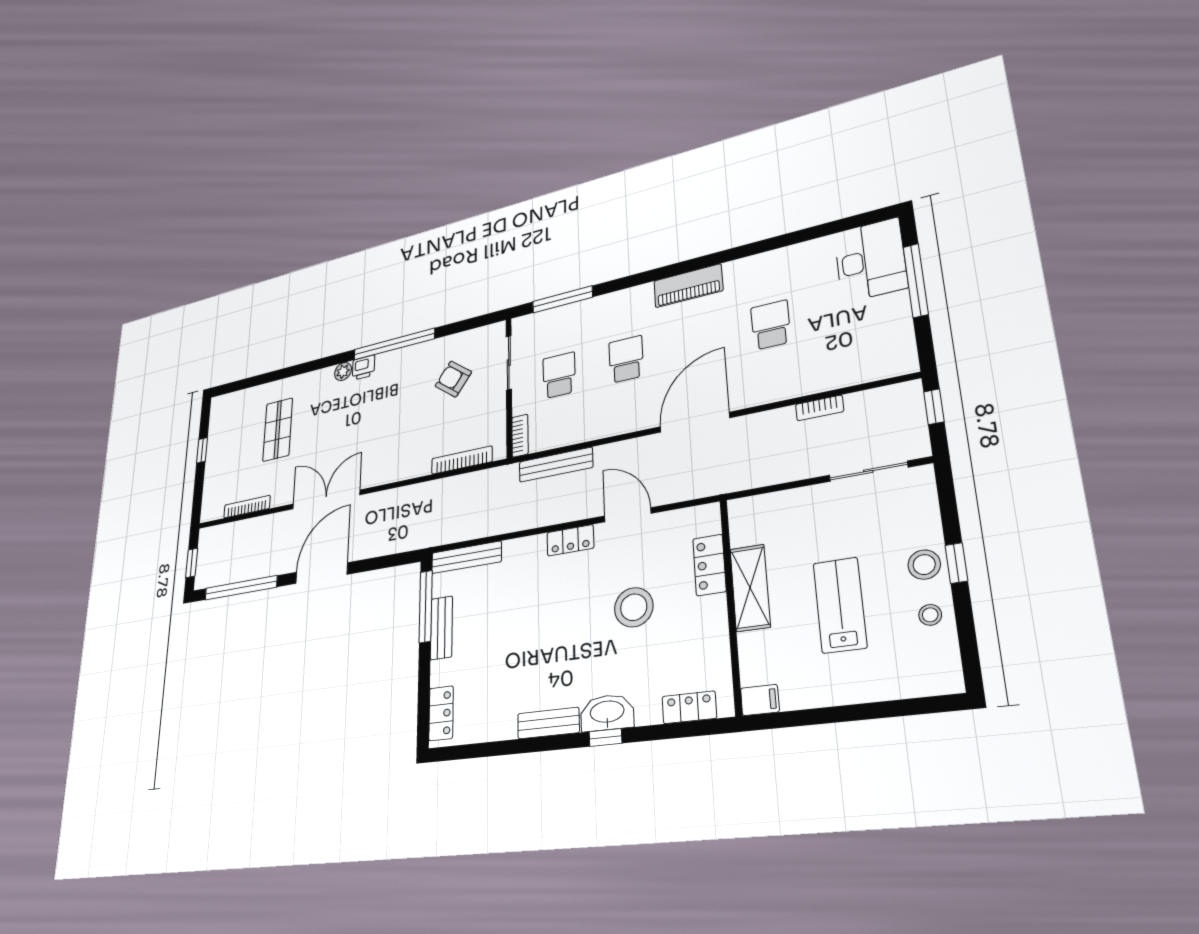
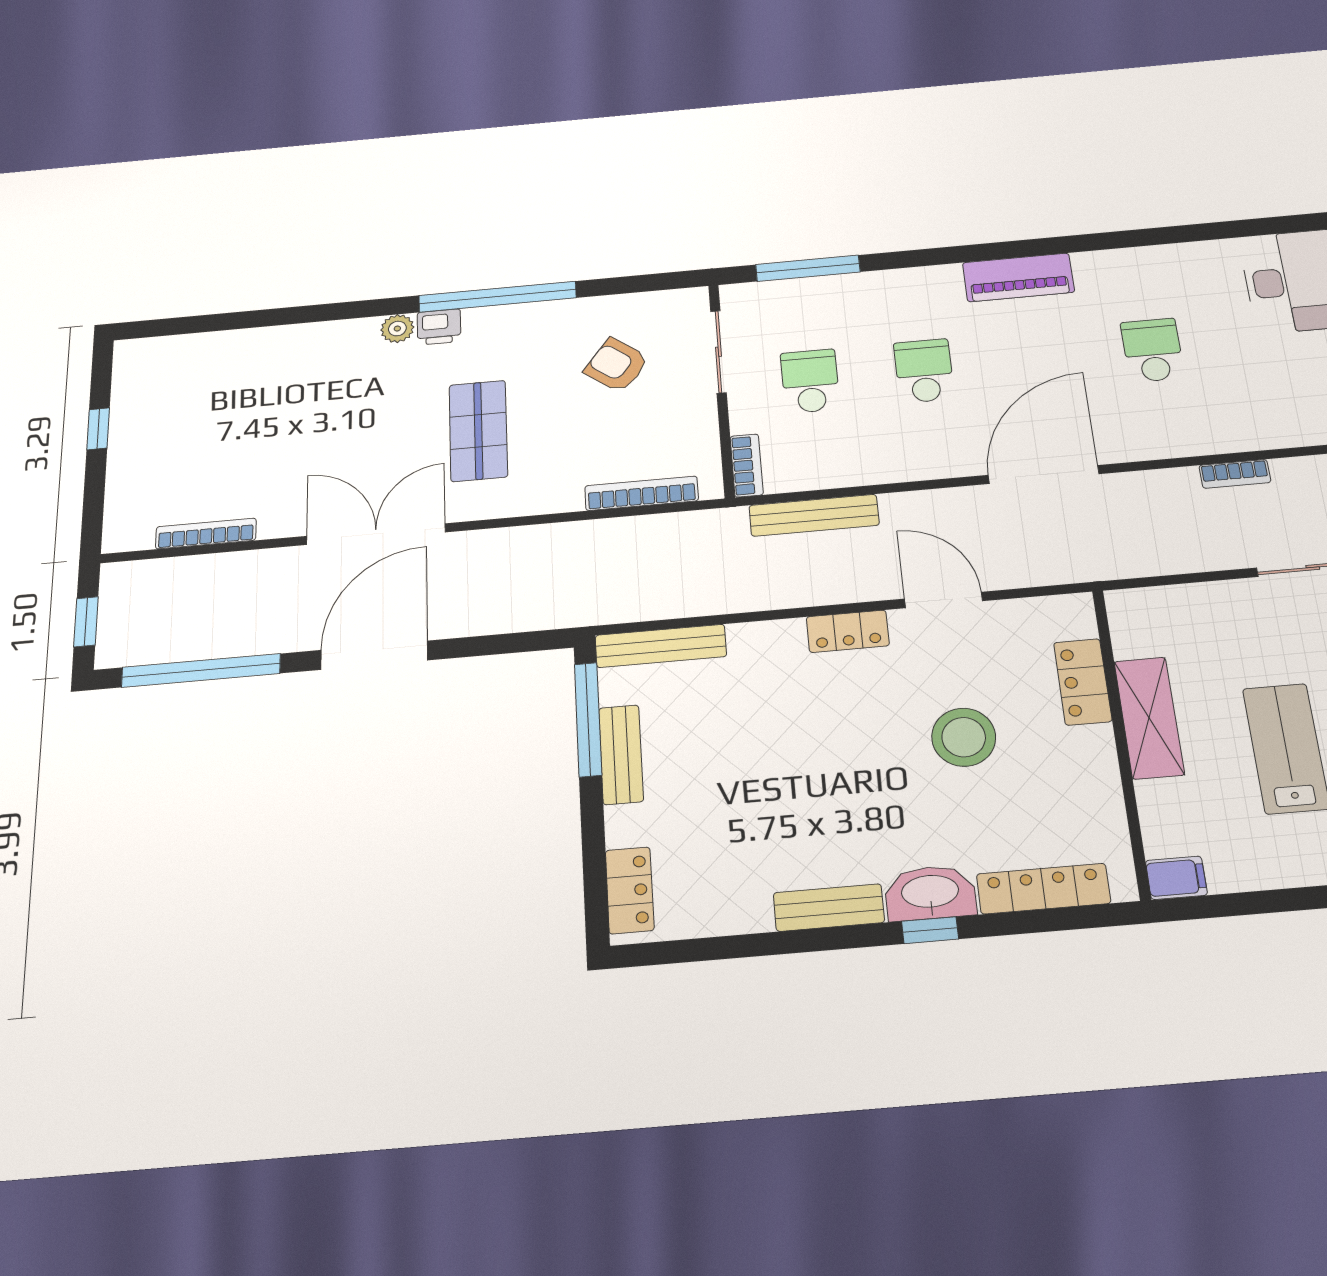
shop shelf: (278, 430) -> (478, 431), moved
locker: (689, 707) -> (1043, 889), width x1.53

